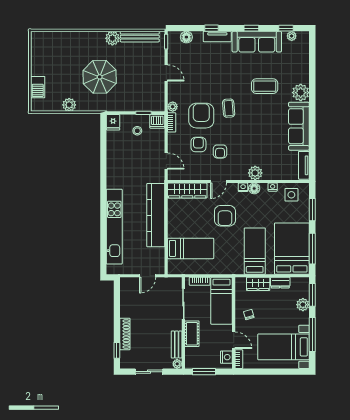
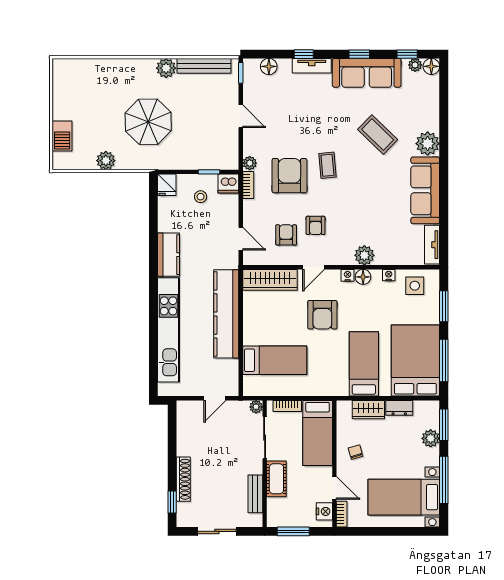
floor lamp: (303, 37) -> (431, 66), added
coffee table: (265, 86) -> (378, 135), turned 44
armchair: (198, 145) -> (286, 235), moved
kitchen counter: (114, 172) -> (169, 255), added
plant: (177, 364) -> (256, 407), moved

